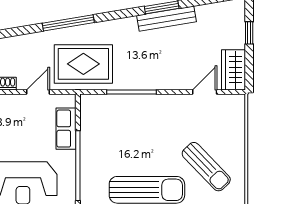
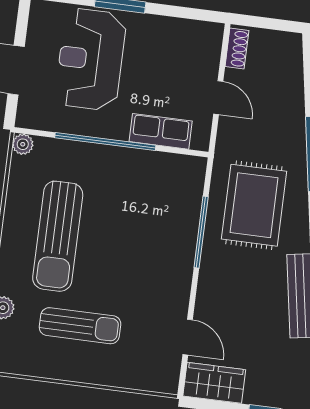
rug: (83, 64) -> (254, 205), moved
sun lounger: (206, 167) -> (80, 326), turned -136

